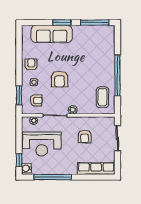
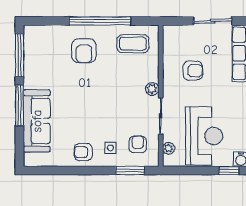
window: (62, 23) -> (19, 105), width x1.44
armchair: (60, 79) -> (84, 51), moved, turned 90
sliding door: (117, 138) -> (213, 21), moved

